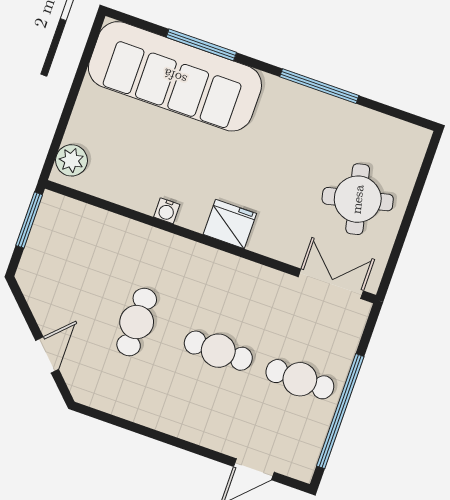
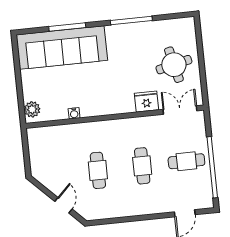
water cooler: (167, 211) -> (74, 113), moved
window: (29, 220) -> (25, 146), removed
fridge: (230, 224) -> (146, 102), moved
cafe table: (218, 351) -> (142, 166), turned 90

